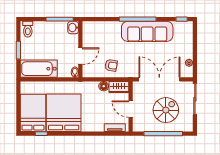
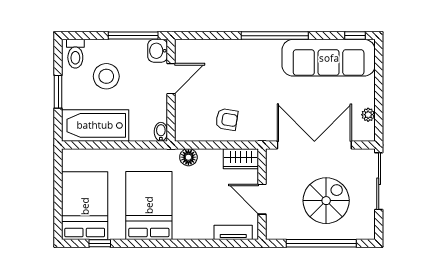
sofa: (147, 31) -> (329, 58), moved
stool: (45, 42) -> (106, 76), added
door: (80, 56) -> (171, 79), moved
floor lamp: (104, 86) -> (188, 157), moved
bed: (64, 113) -> (149, 205), width x0.73

